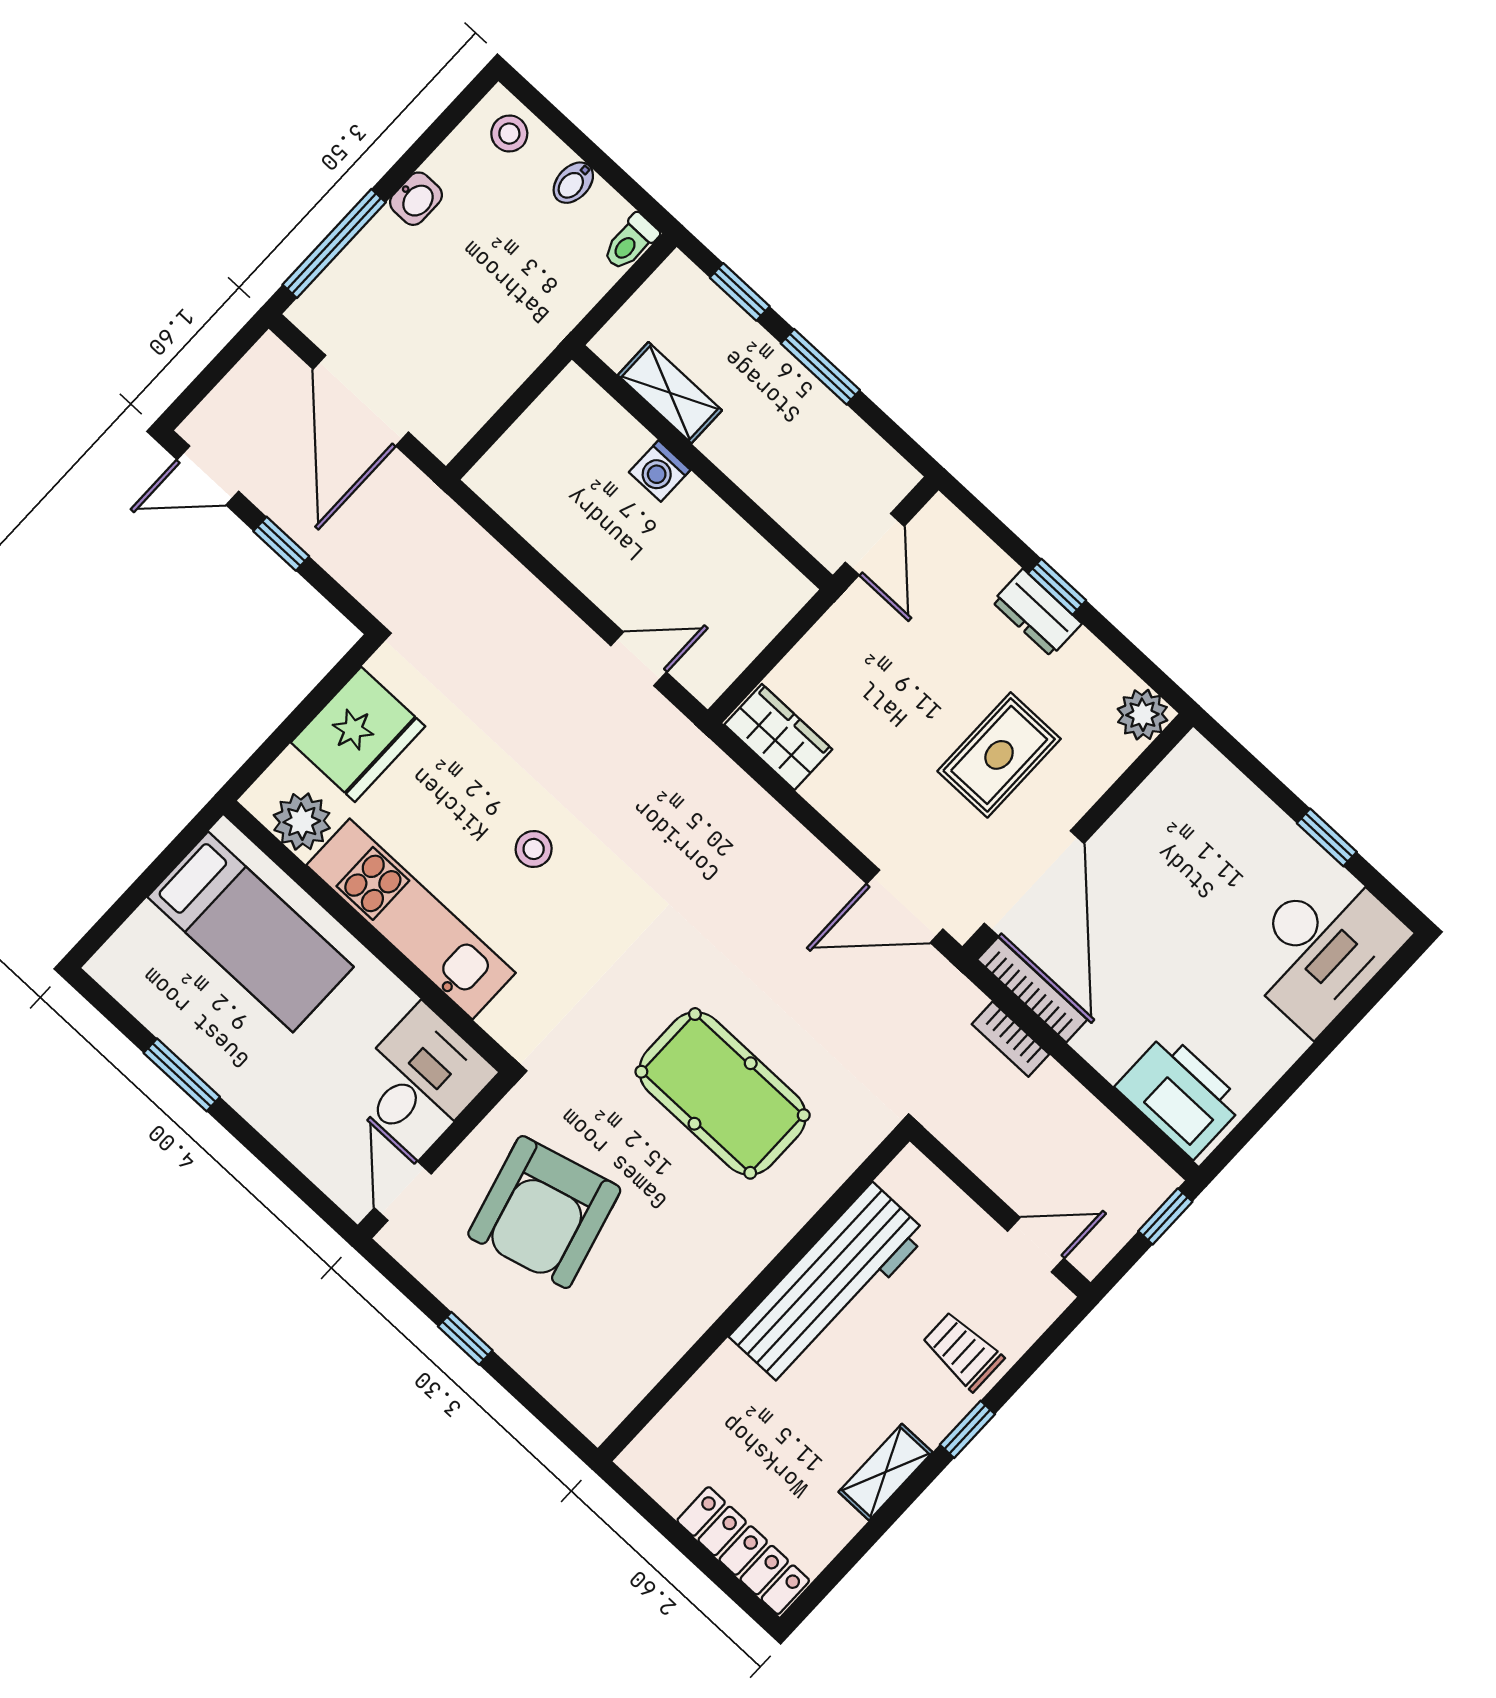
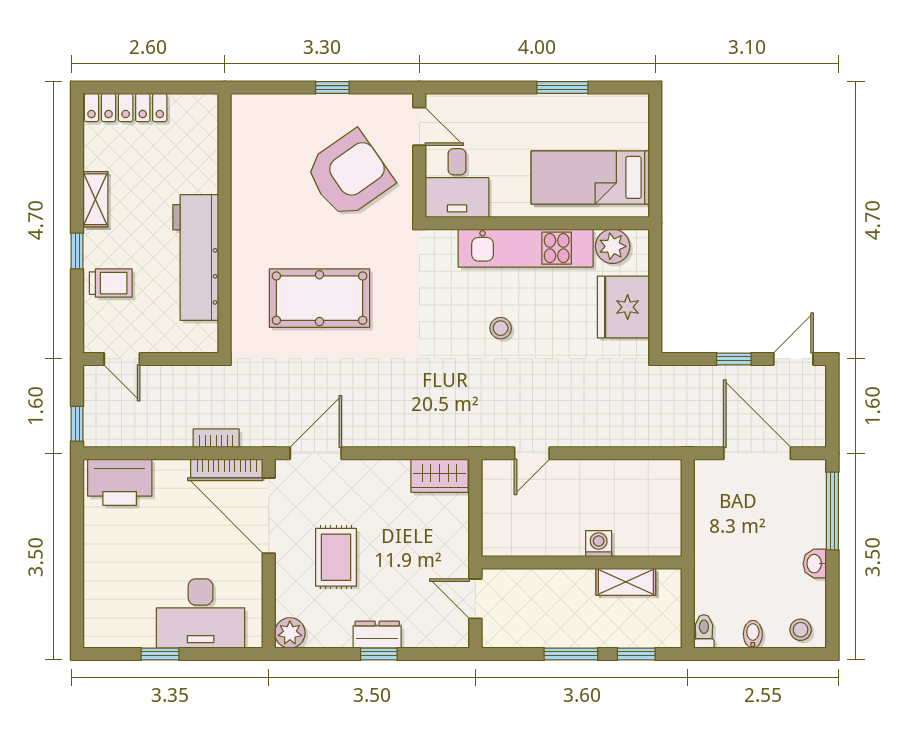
desk: (1322, 948) -> (201, 613), moved, turned -90
armchair: (544, 1212) -> (349, 174), turned 70
door: (1036, 1245) -> (122, 359), hinge flipped

